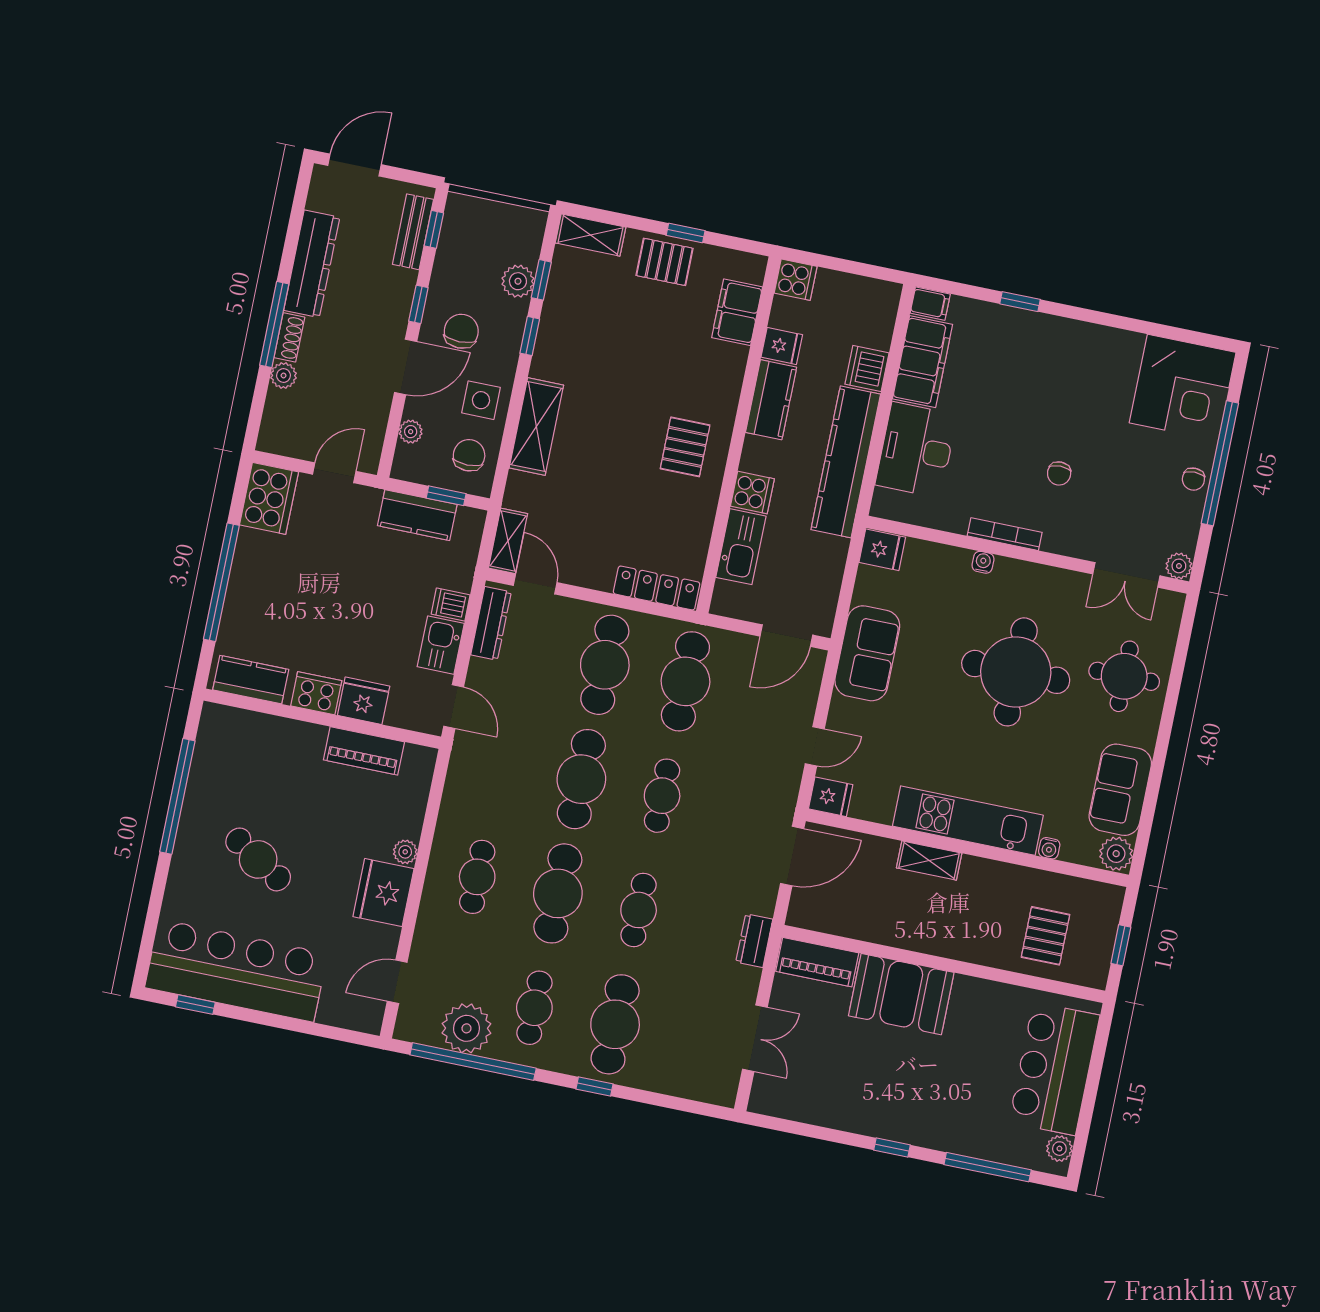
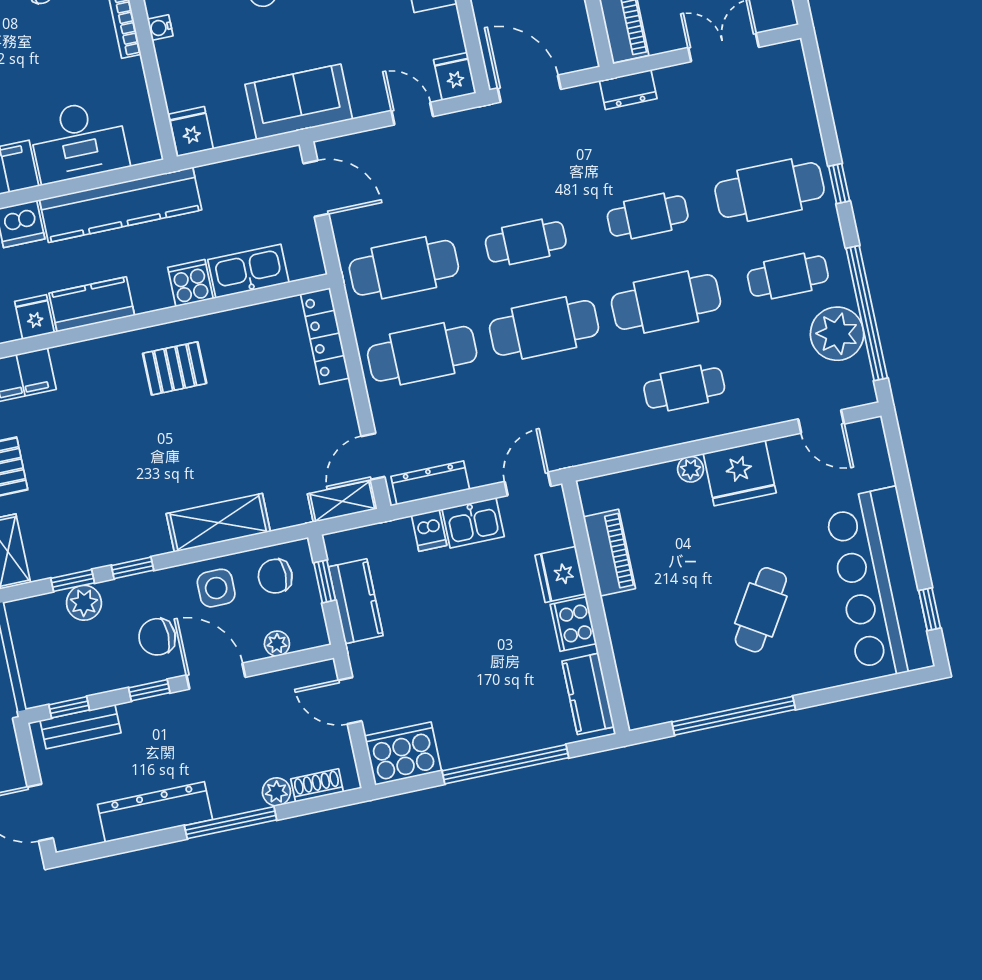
shoe rack: (289, 337) -> (317, 785), moved

